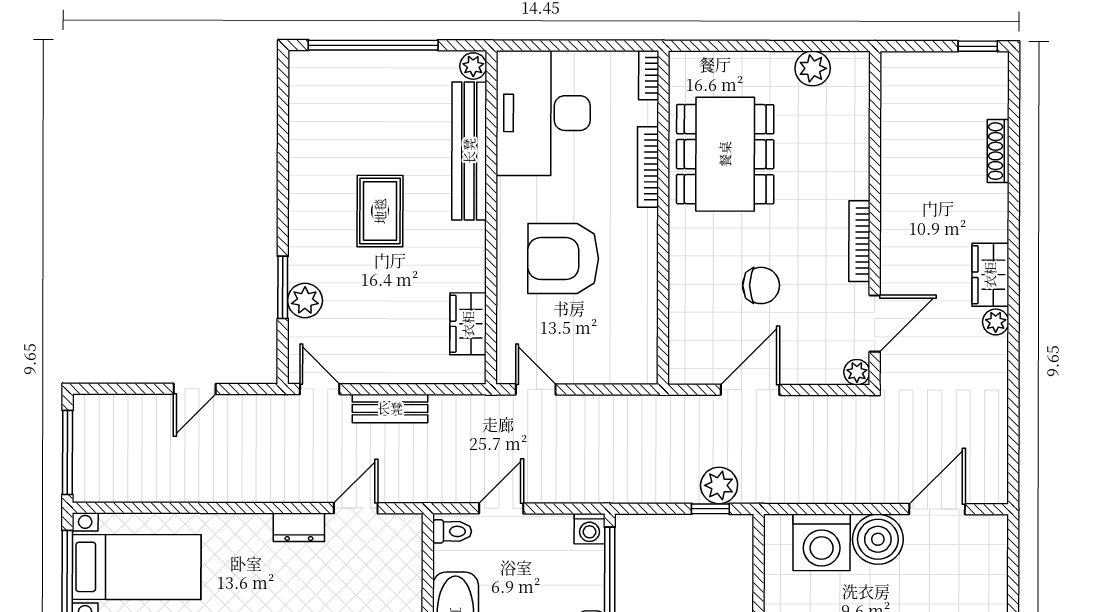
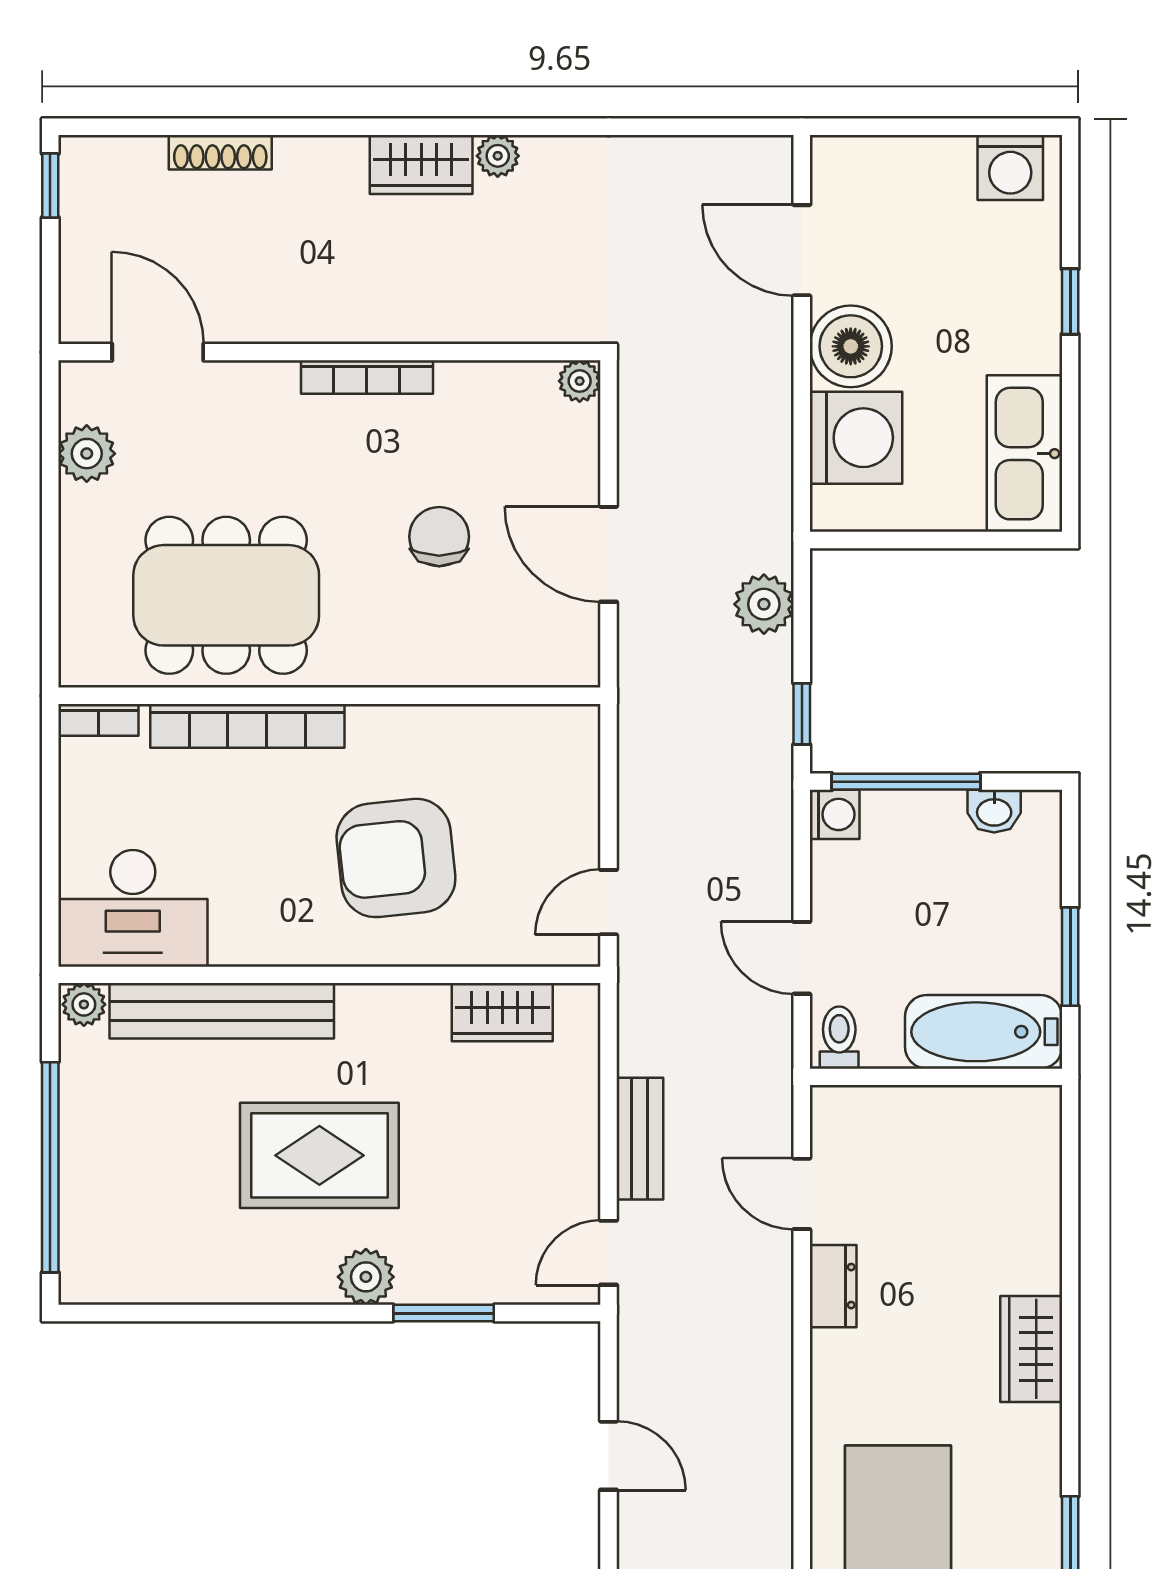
desk: (543, 113) -> (133, 908), width x0.73, depth x0.77
bookcase: (648, 167) -> (247, 726), width x1.48, depth x1.31
rug: (380, 211) -> (319, 1155), width x1.36, depth x1.43
armchair: (563, 259) -> (396, 858), turned 84
plant: (305, 301) -> (366, 1277), moved
door: (875, 323) -> (158, 352), moved
window: (710, 509) -> (802, 714), moved

